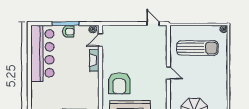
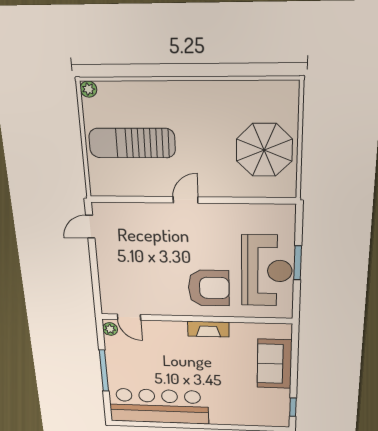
armchair: (68, 32) -> (118, 367), removed
sun lounger: (198, 48) -> (132, 143), turned -90
fireplace: (94, 60) -> (208, 329), moved

